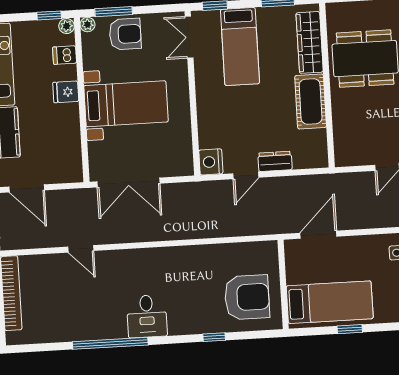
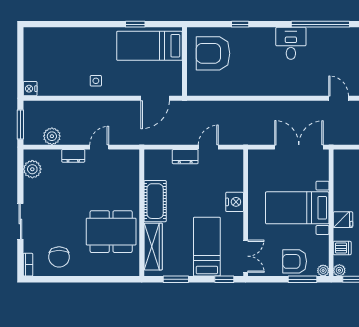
nightstand: (211, 162) -> (235, 202), moved

